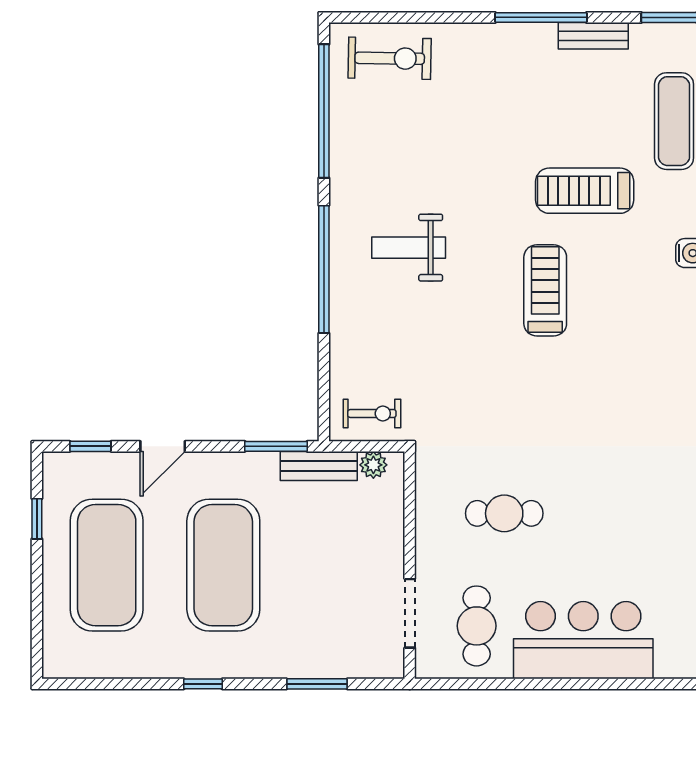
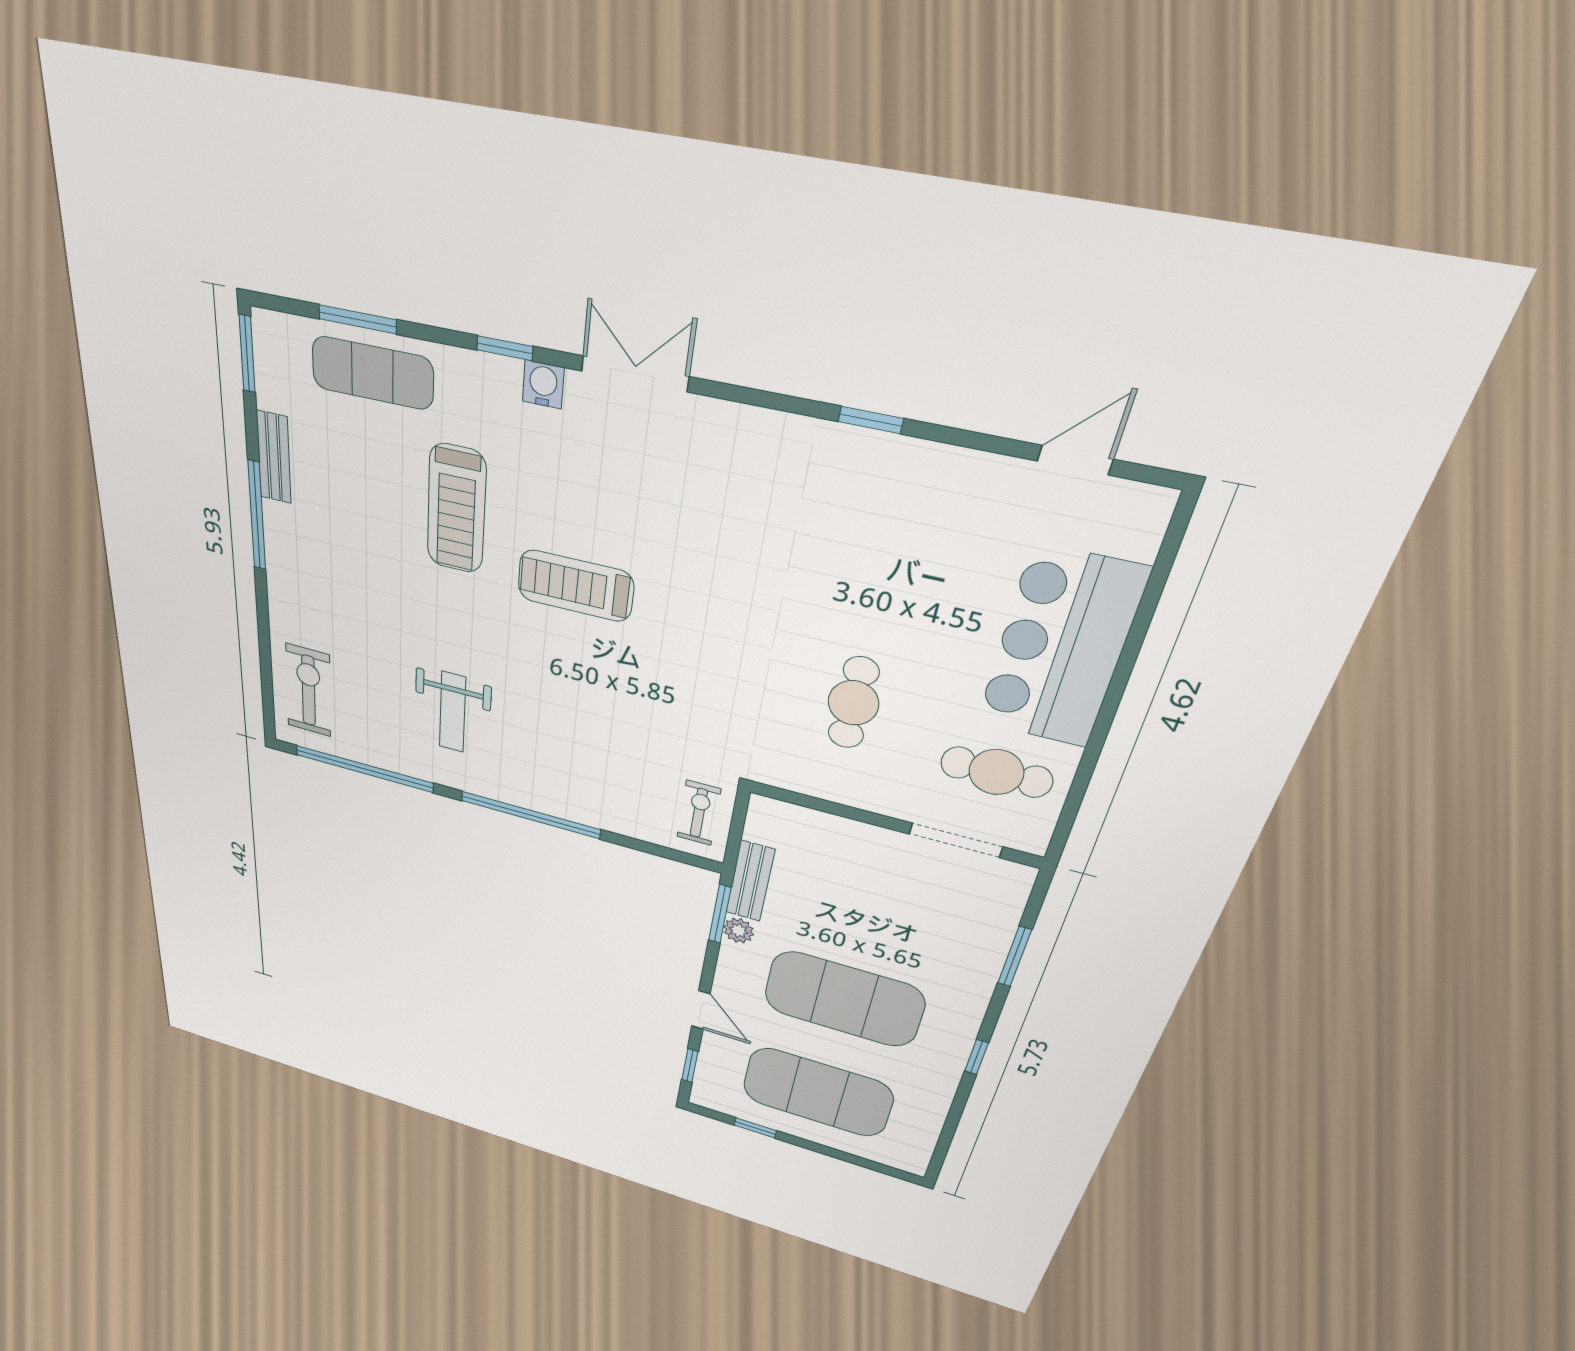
weight bench: (409, 248) -> (453, 712), moved
plant: (373, 465) -> (739, 931), moved

